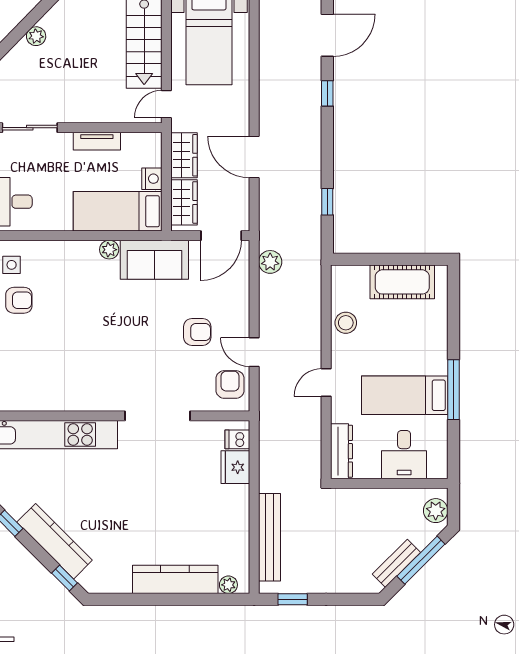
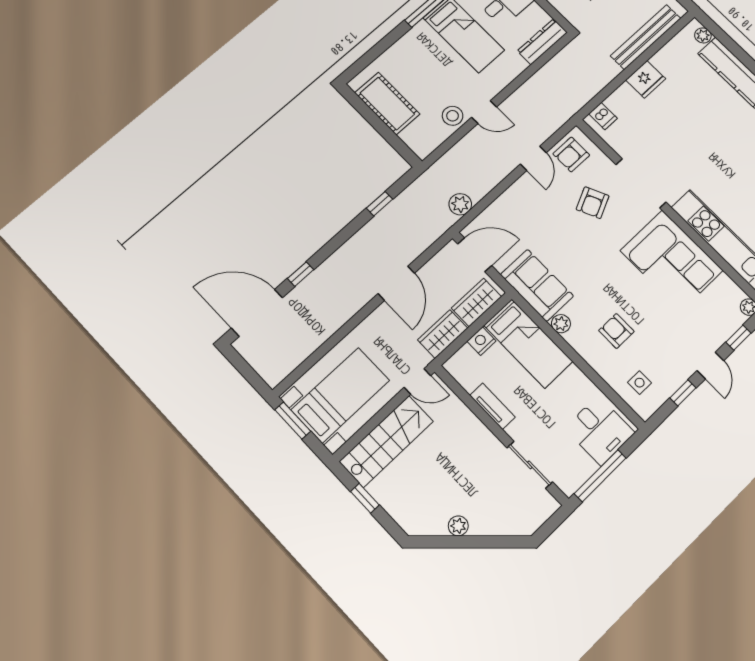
door: (327, 35) -> (257, 313), width x1.36
armchair: (19, 300) -> (616, 331), moved
armchair: (197, 332) -> (593, 203), moved, turned -115
corner sofa: (77, 380) -> (672, 261), added
door: (326, 382) -> (484, 112), moved
fridge: (235, 467) -> (646, 79), moved

